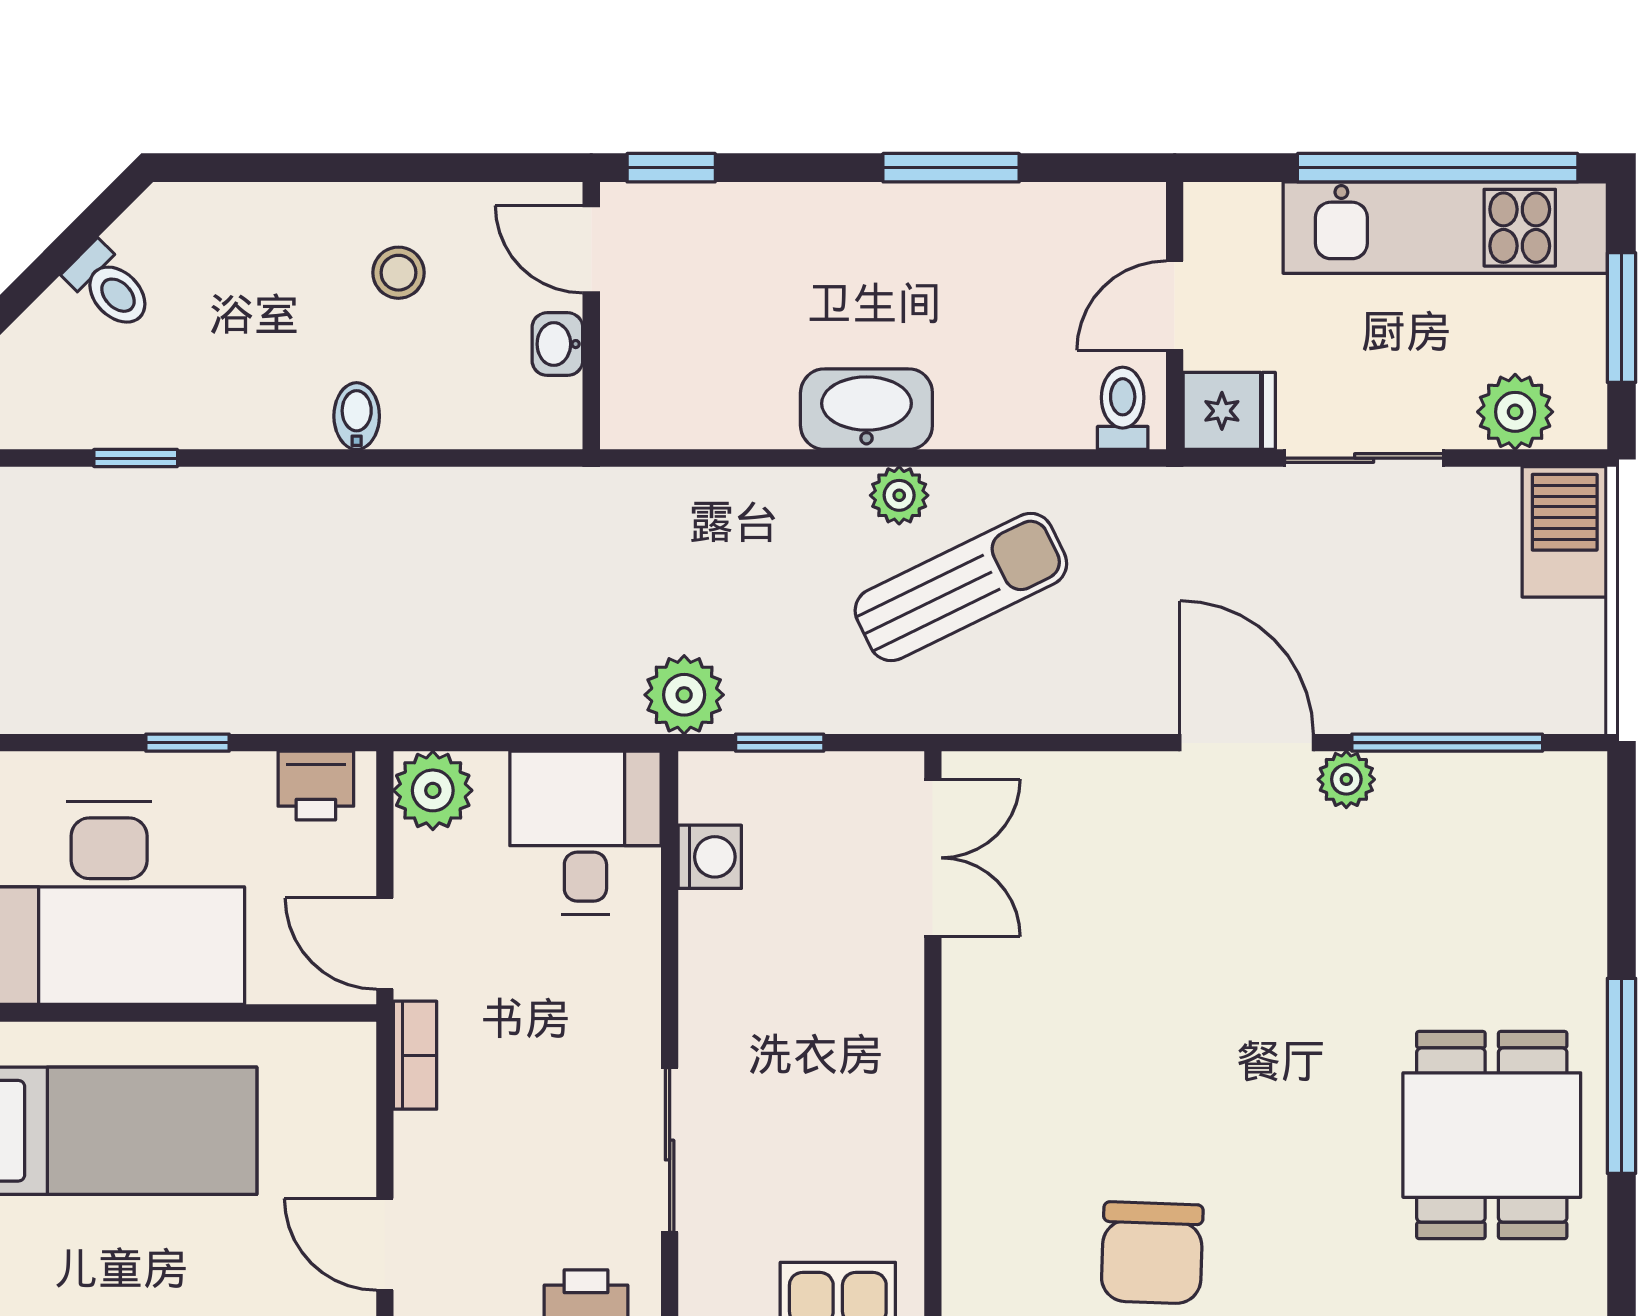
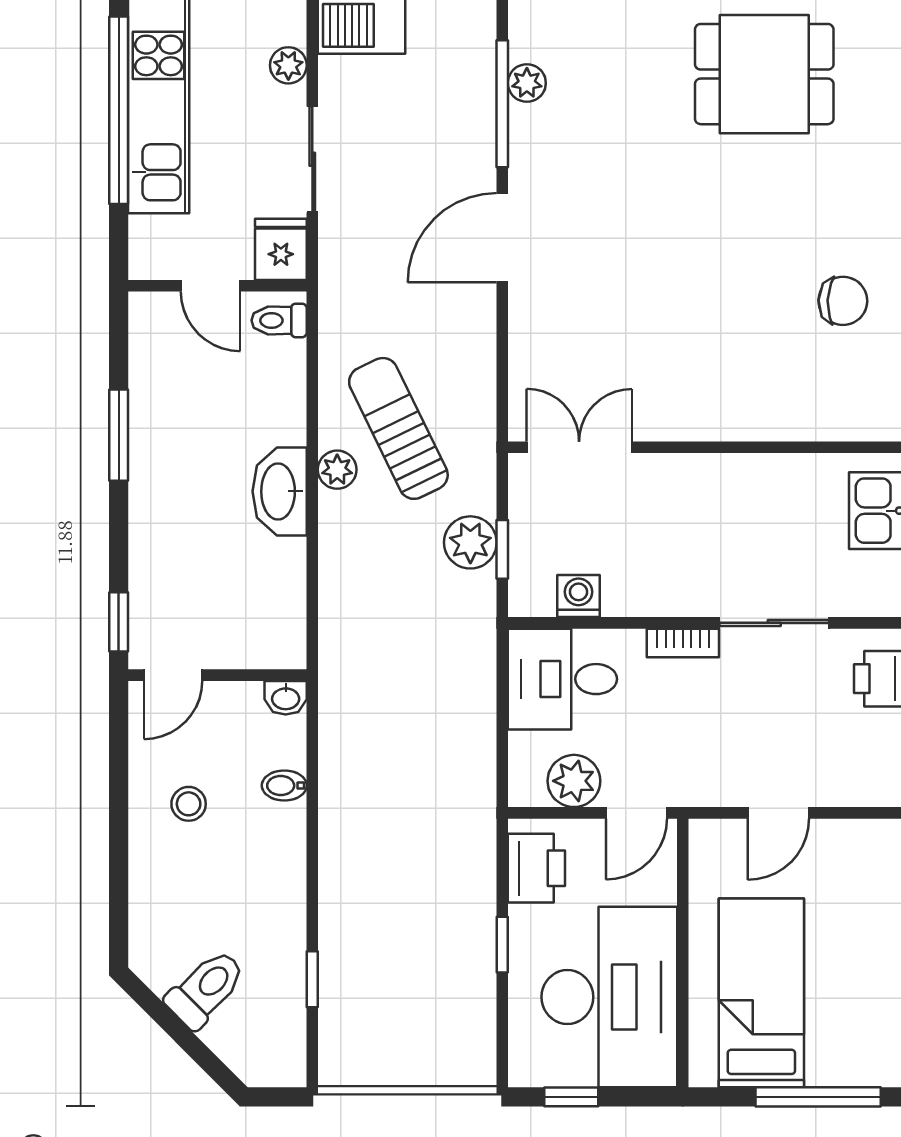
toilet: (109, 287) -> (206, 989), width x1.37, depth x1.39
washbasin: (557, 344) -> (286, 698), moved
plant: (1515, 412) -> (288, 65), width x0.73, depth x0.73
bidet: (357, 416) -> (284, 786), moved
plant: (684, 695) -> (470, 542), moved
plant: (1346, 779) -> (527, 83), moved
printer: (316, 786) -> (536, 868), width x1.36, depth x1.24
plant: (433, 790) -> (574, 781), moved
bookcase: (415, 1055) -> (683, 643), moved, turned 180
door: (385, 1244) -> (778, 813), moved
chair: (1152, 1253) -> (843, 301), width x0.73, depth x0.73

